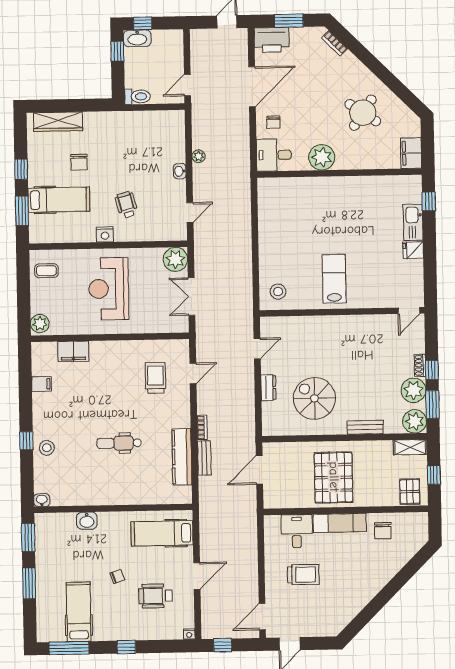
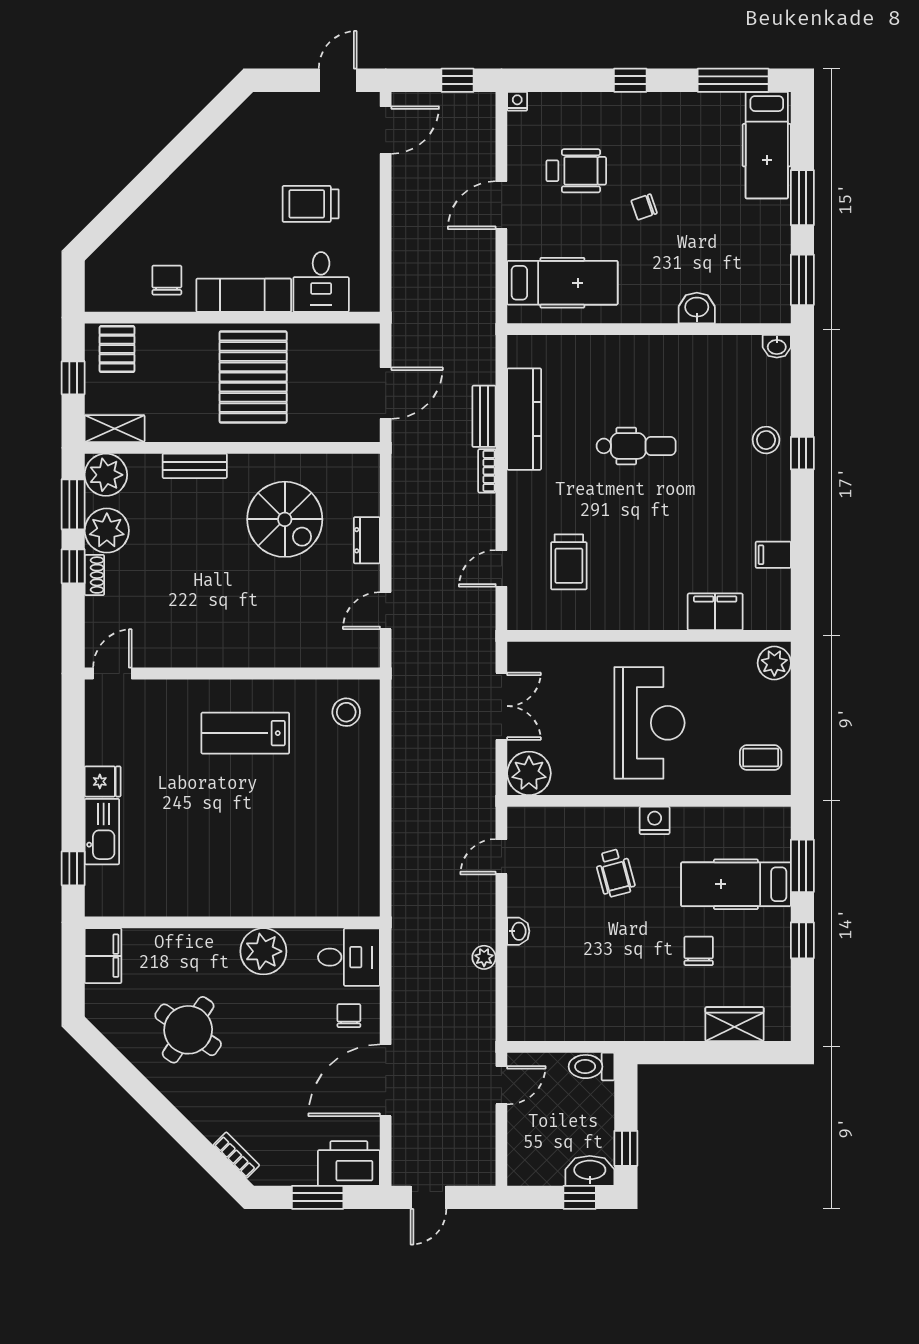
wardrobe: (58, 122) -> (735, 1024), width x0.67
lab bench: (334, 279) -> (245, 733), turned 90
hospital bed: (79, 612) -> (767, 145), moved

